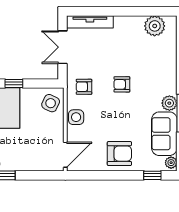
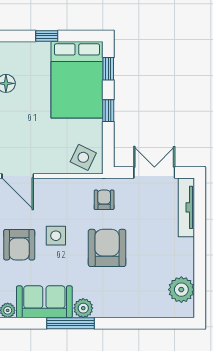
armchair: (122, 84) -> (107, 248), width x1.88, depth x1.88
side table: (76, 117) -> (56, 236), moved

